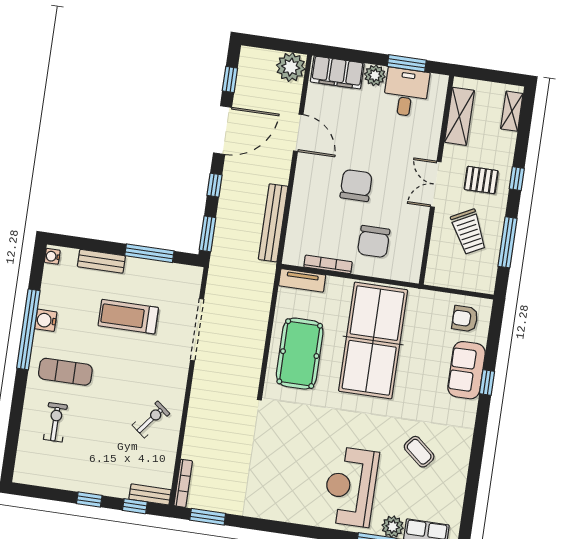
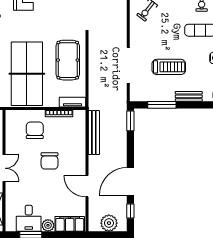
plant: (291, 67) -> (109, 223), moved
window: (215, 185) -> (130, 149), removed

